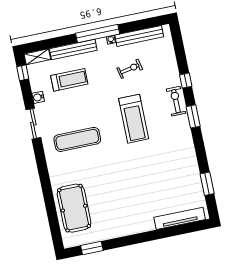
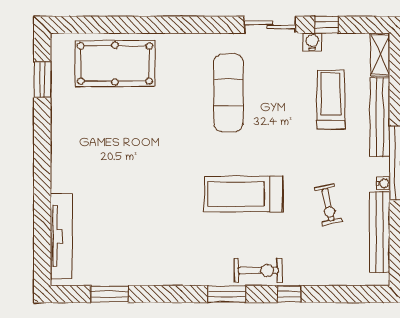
window: (23, 73) -> (326, 25), moved
treadmill: (69, 80) -> (331, 100), turned 180

